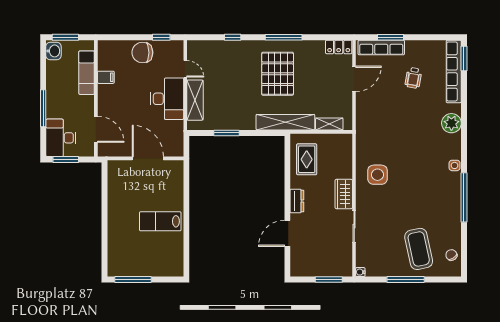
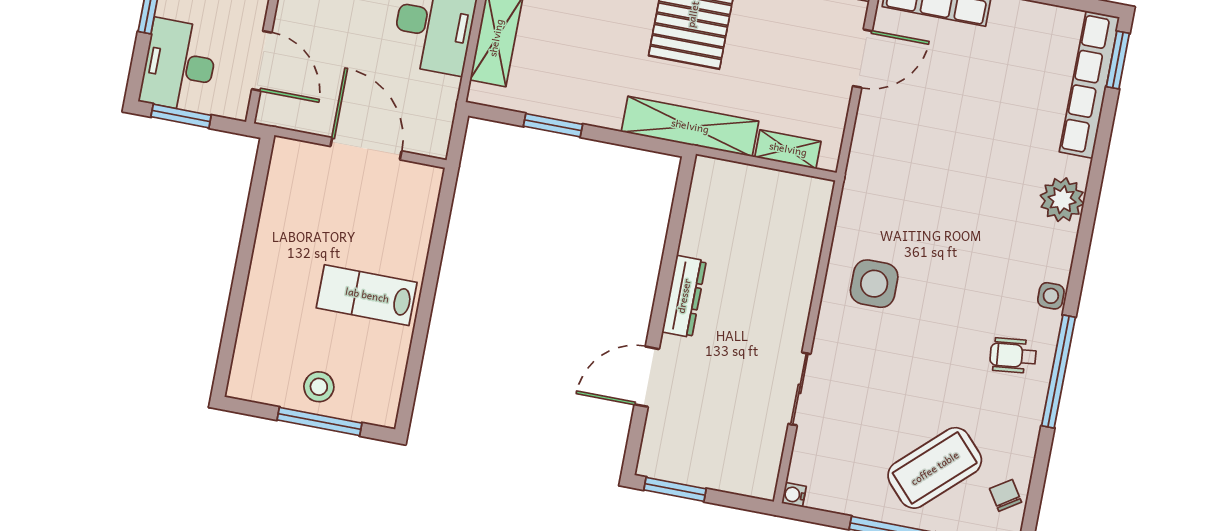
wheelchair: (413, 78) -> (1013, 356), moved, turned 74
rug: (307, 159) -> (722, 219), removed
wardrobe: (344, 194) -> (790, 313), removed
dresser: (297, 201) -> (684, 296), width x1.44
coffee table: (419, 249) -> (935, 468), turned 59
stool: (147, 265) -> (319, 387), added
window: (133, 279) -> (319, 421), moved
window: (329, 279) -> (675, 489), moved

